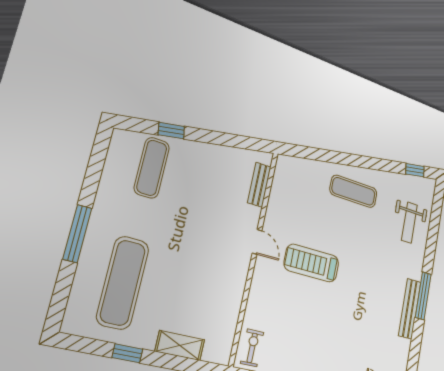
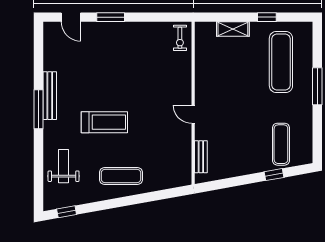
treadmill: (312, 263) -> (104, 122), moved

